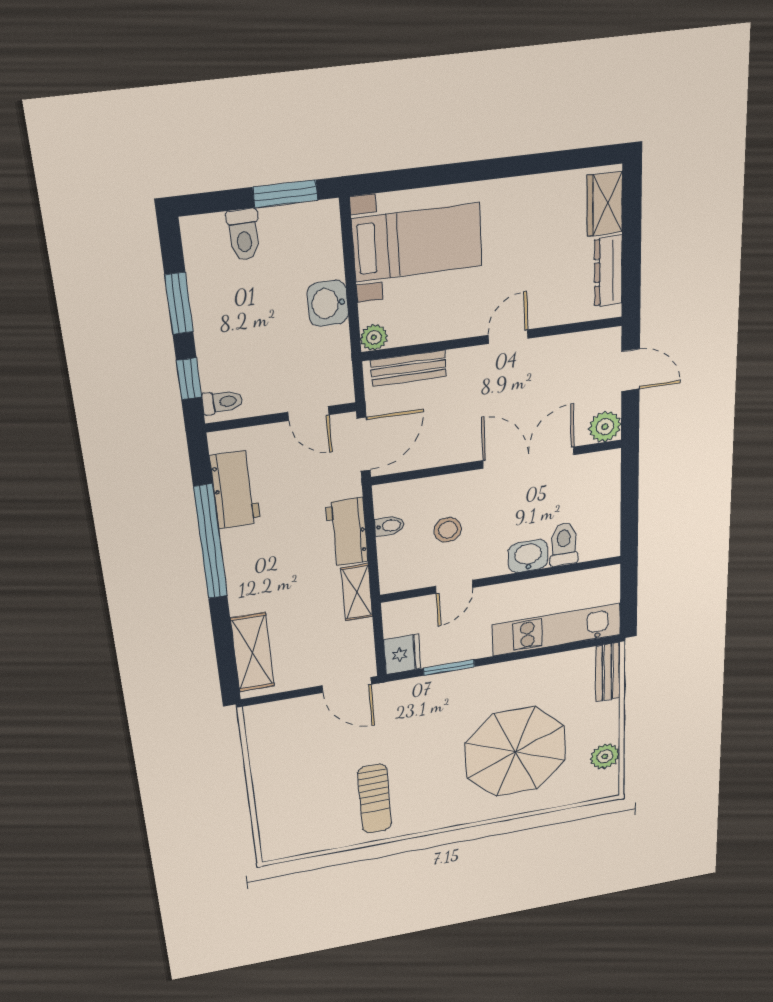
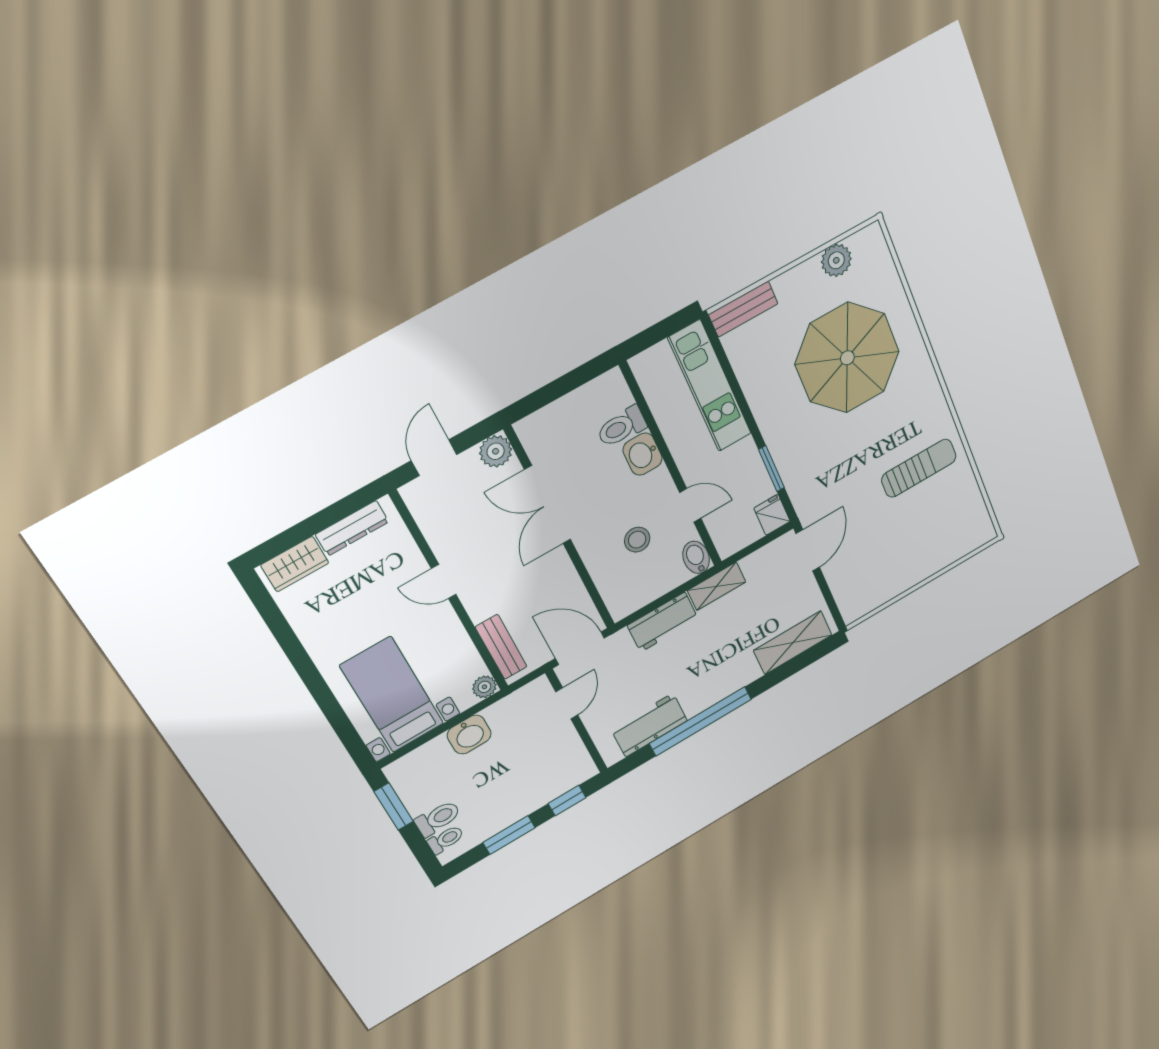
toilet: (222, 402) -> (446, 839), moved, turned 90
bidet: (389, 526) -> (696, 557), moved, width x1.38, depth x1.36
fridge: (402, 654) -> (772, 515), width x0.72

